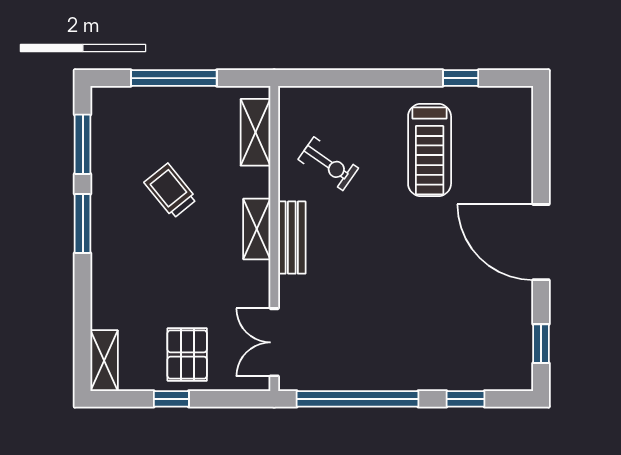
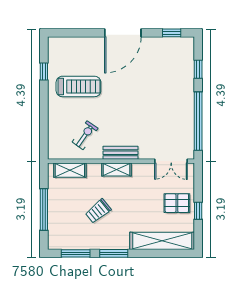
shelving: (104, 361) -> (162, 241), width x2.20, depth x1.33

